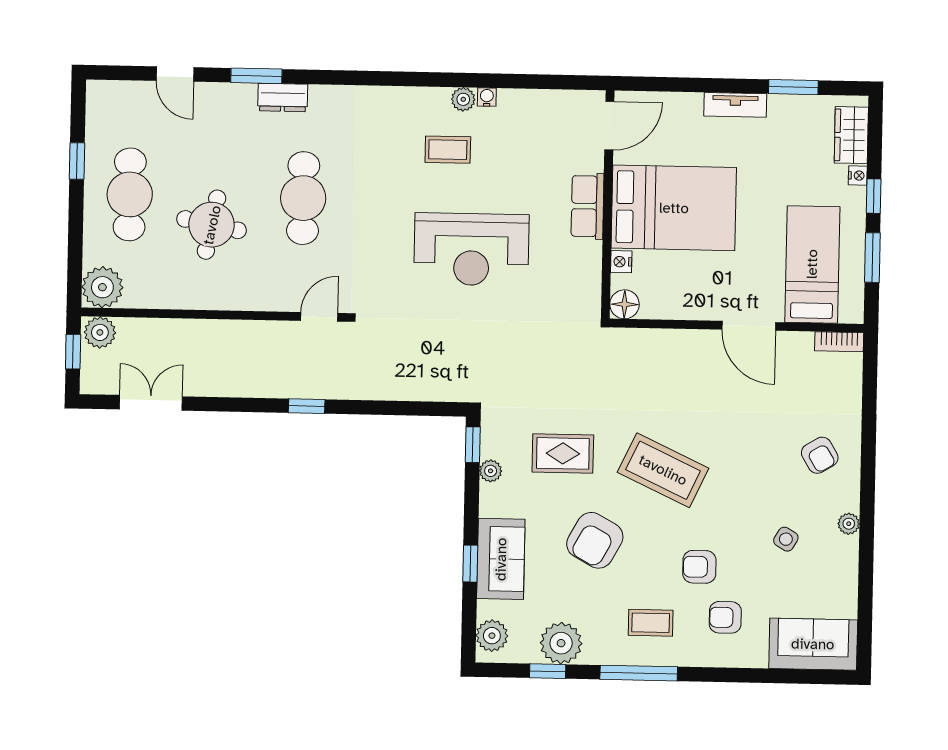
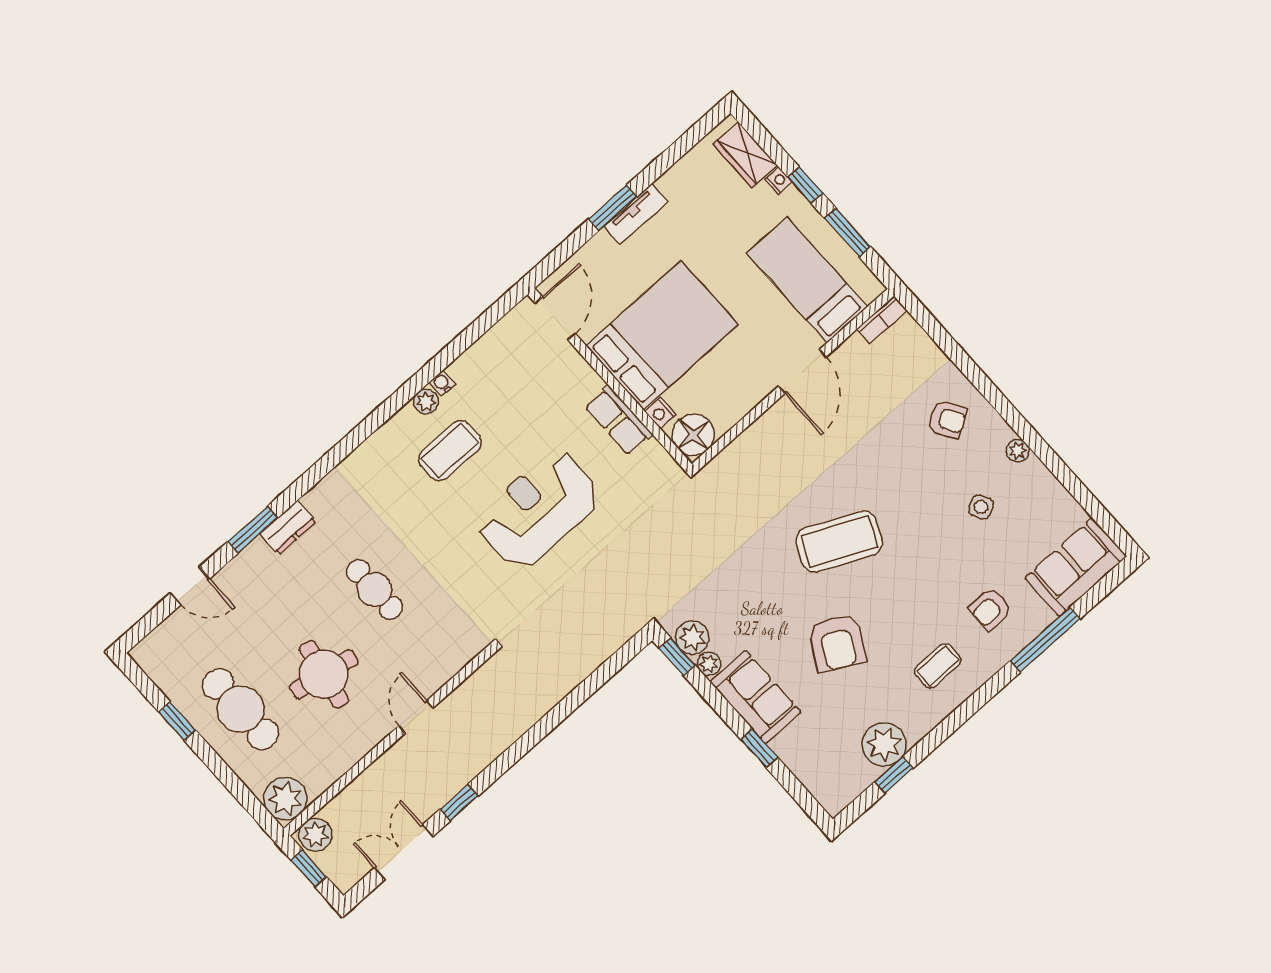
window: (793, 87) -> (613, 208), moved
coffee table: (448, 150) -> (450, 451), width x1.36, depth x1.30
cafe table: (303, 198) -> (374, 589), width x0.73, depth x0.74
row of seats: (588, 206) -> (618, 420), moved
reception desk: (471, 249) -> (538, 509), turned 180
floor lamp: (625, 304) -> (693, 435), width x1.38, depth x1.38
door: (319, 317) -> (416, 717), moved
door: (749, 326) -> (802, 371), hinge flipped
window: (307, 406) -> (459, 803), moved
rug: (563, 453) -> (752, 599), removed
side table: (786, 539) -> (981, 507), turned 33
sofa: (501, 559) -> (756, 697), moved
armchair: (699, 567) -> (935, 589), removed
plant: (492, 636) -> (692, 638), moved
window: (639, 673) -> (1045, 640), moved

